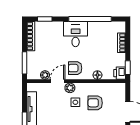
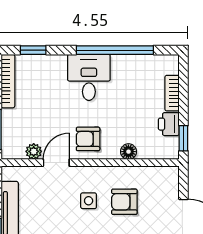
printer: (120, 73) -> (169, 124), moved
plant: (70, 88) -> (79, 175), removed

